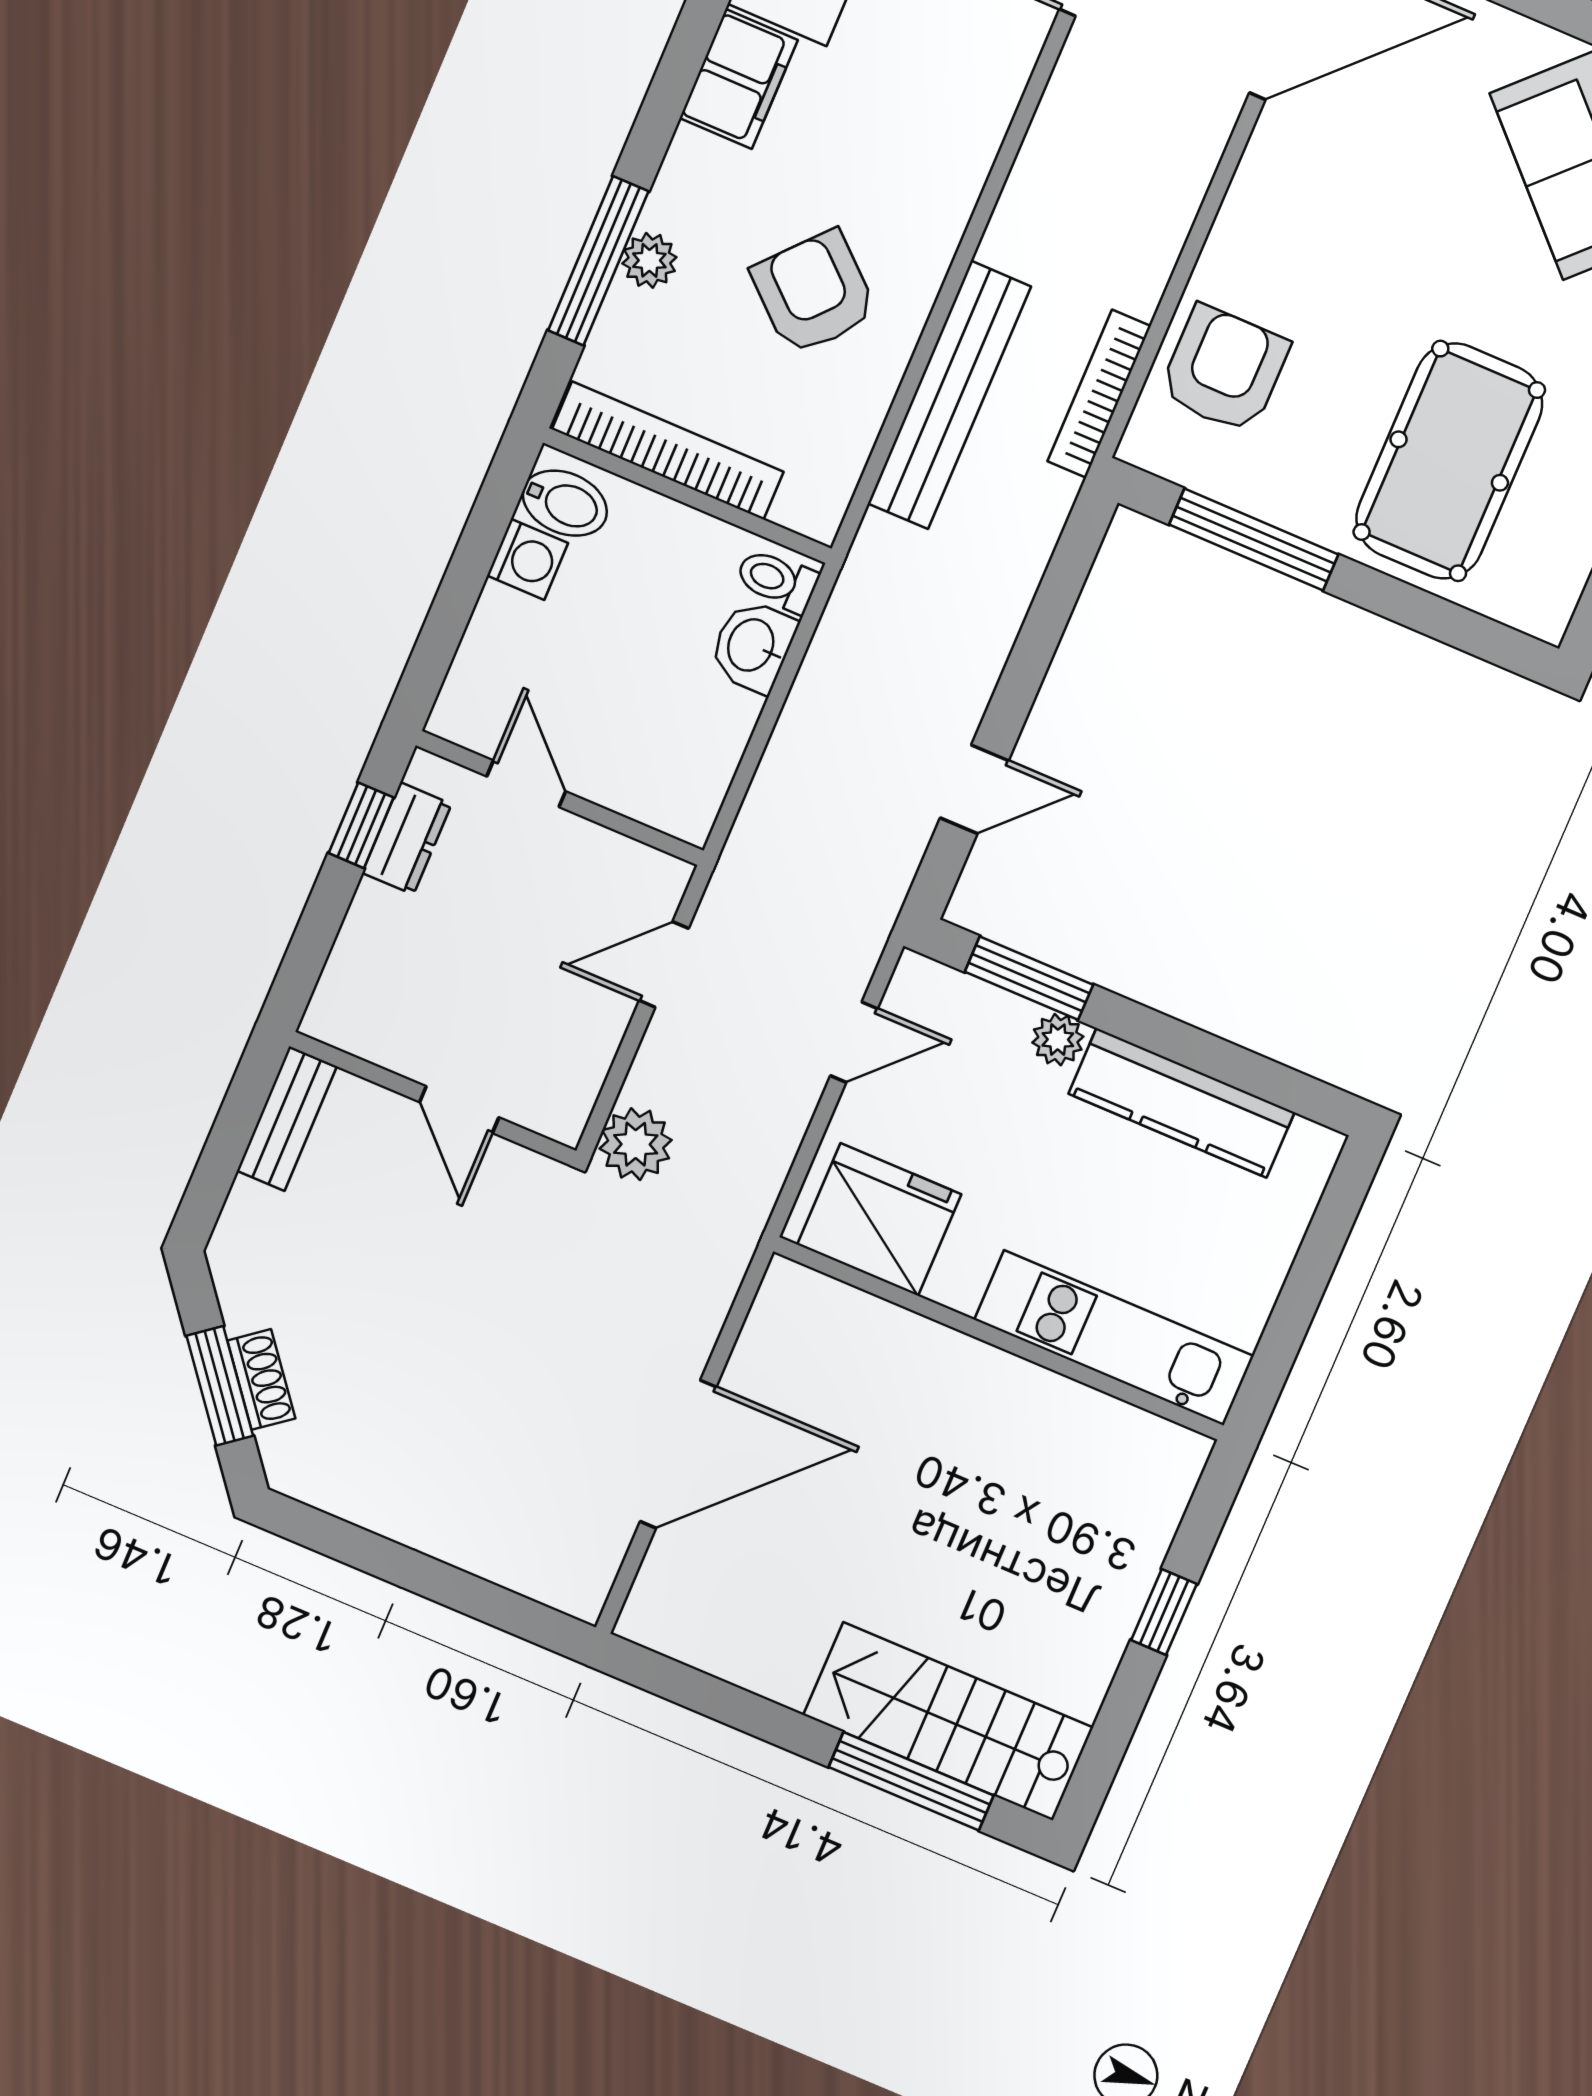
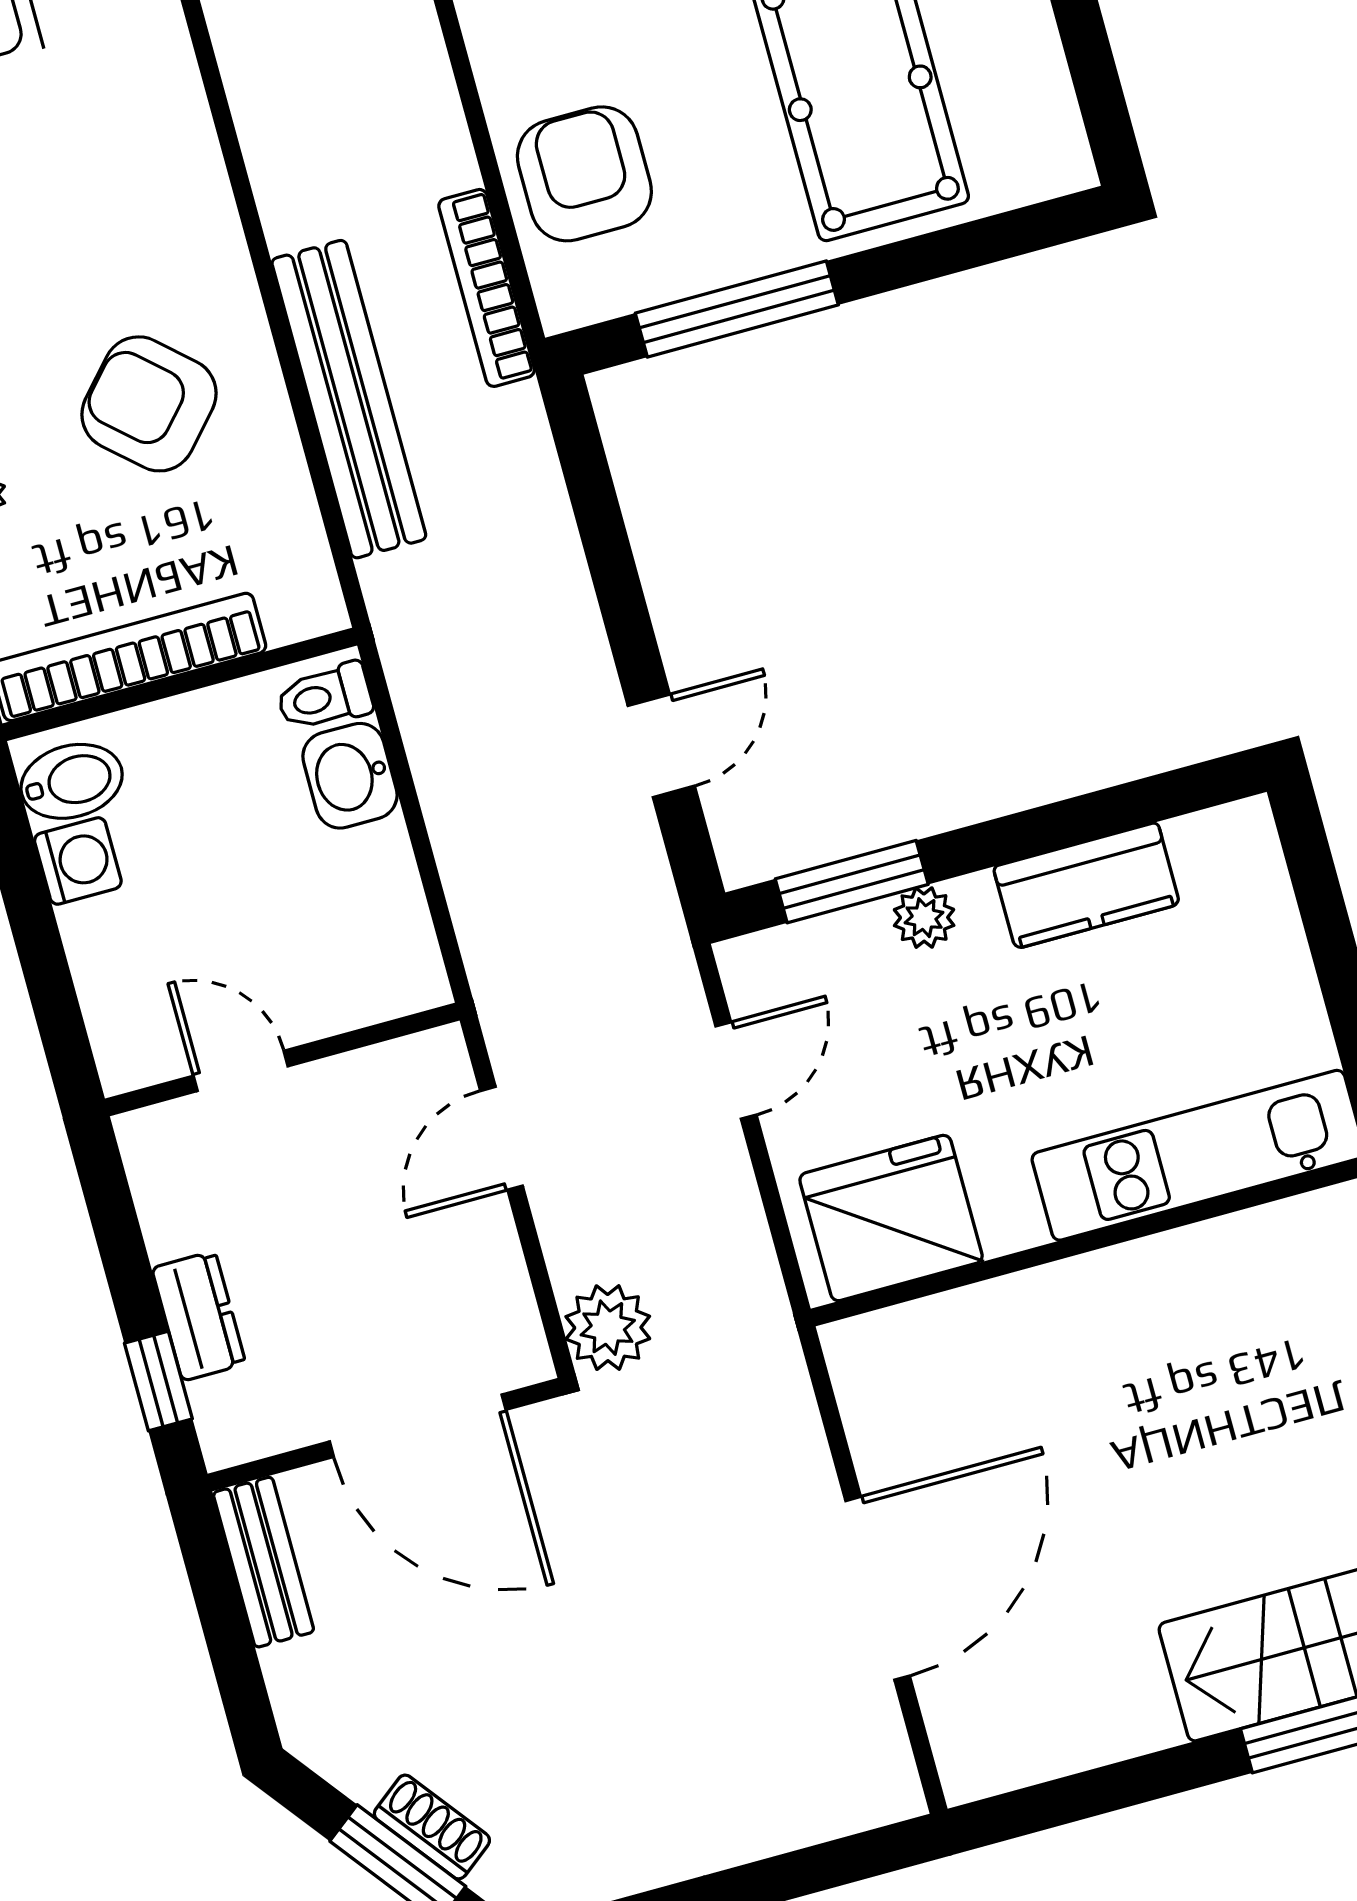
window: (361, 825) -> (158, 1381), moved
dresser: (407, 838) -> (199, 1316), moved
kitchen counter: (1182, 1103) -> (1086, 885), width x0.67
door: (459, 1110) -> (418, 1426), width x1.88

